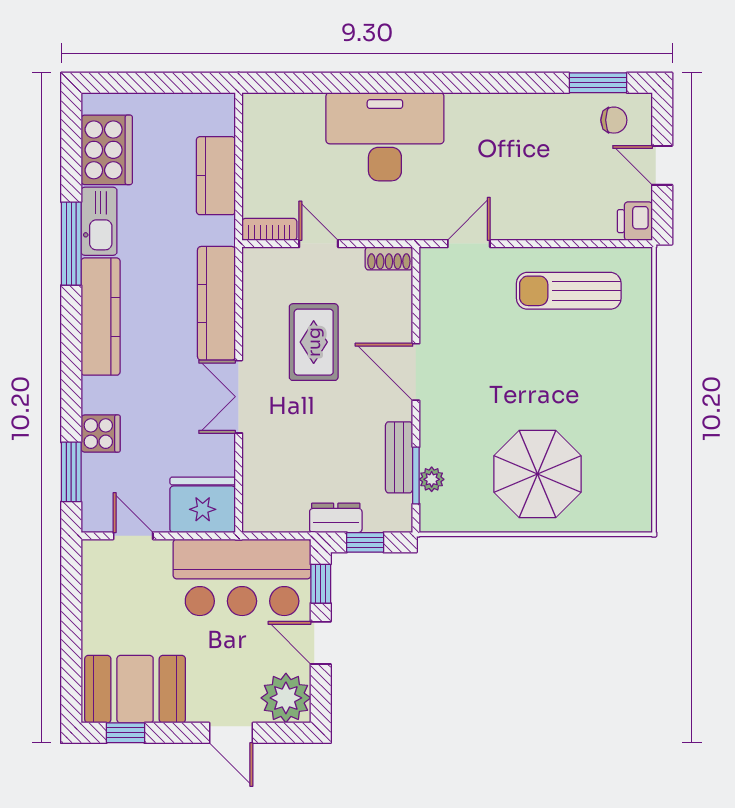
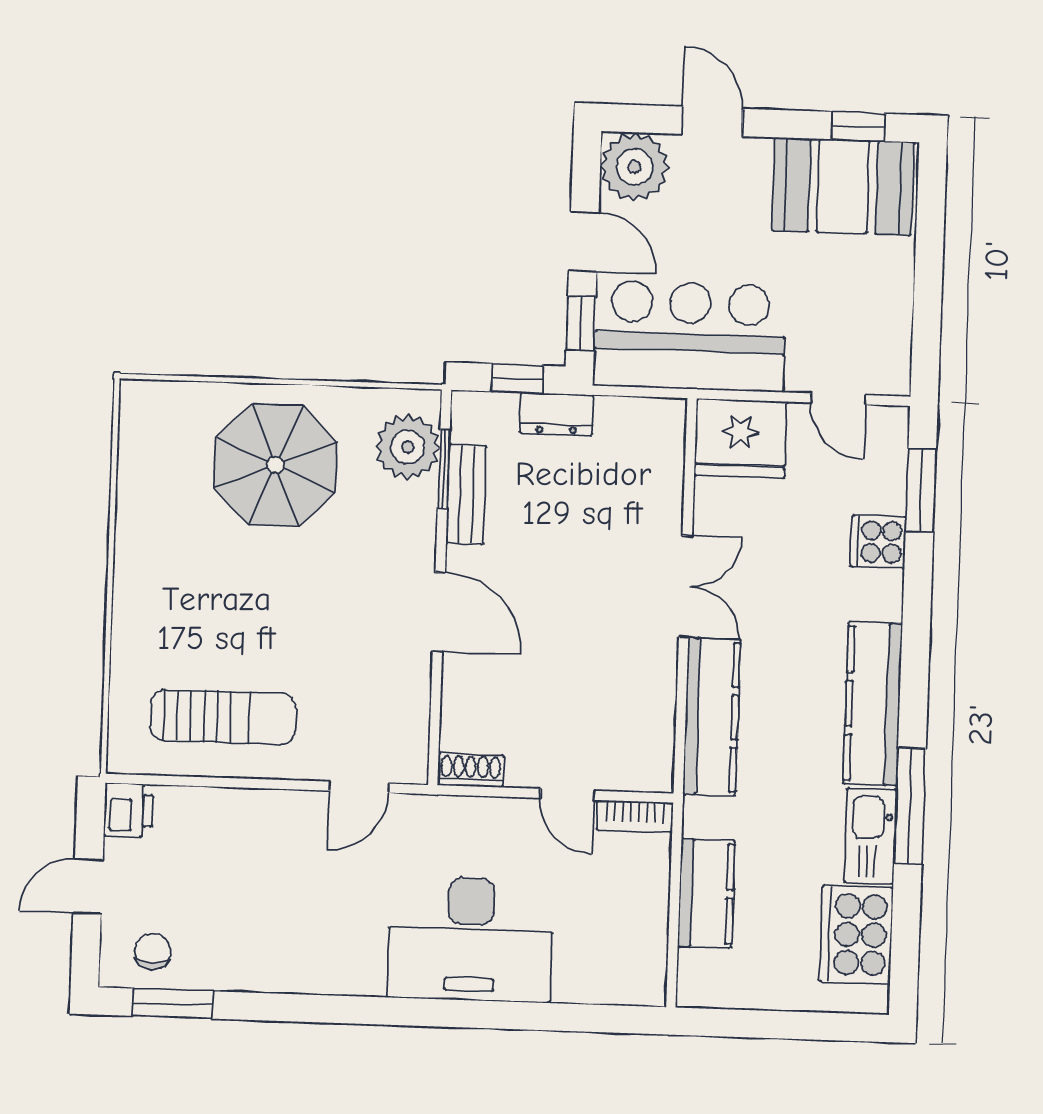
chair: (614, 120) -> (153, 951), turned 90
door: (662, 165) -> (88, 886), swing flipped
rug: (314, 342) -> (579, 658), removed
plant: (432, 479) -> (408, 447), width x1.88, depth x1.88

